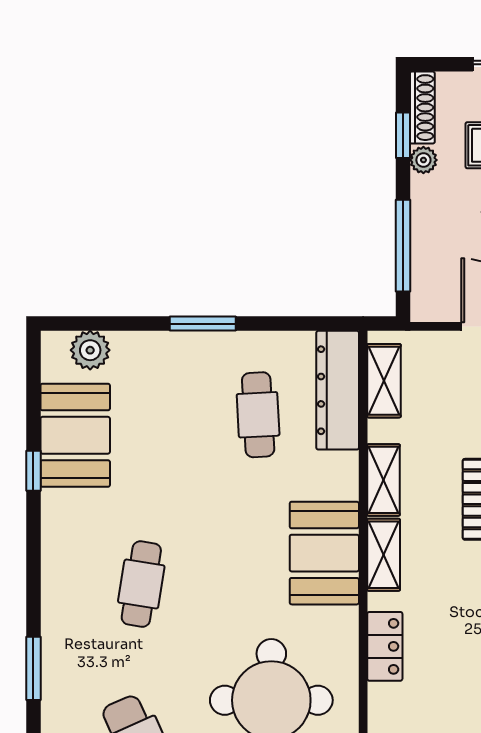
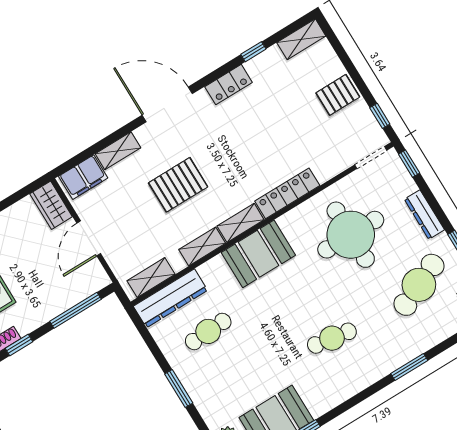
plant: (423, 160) -> (25, 327), removed
locker: (385, 646) -> (287, 193), width x1.53

